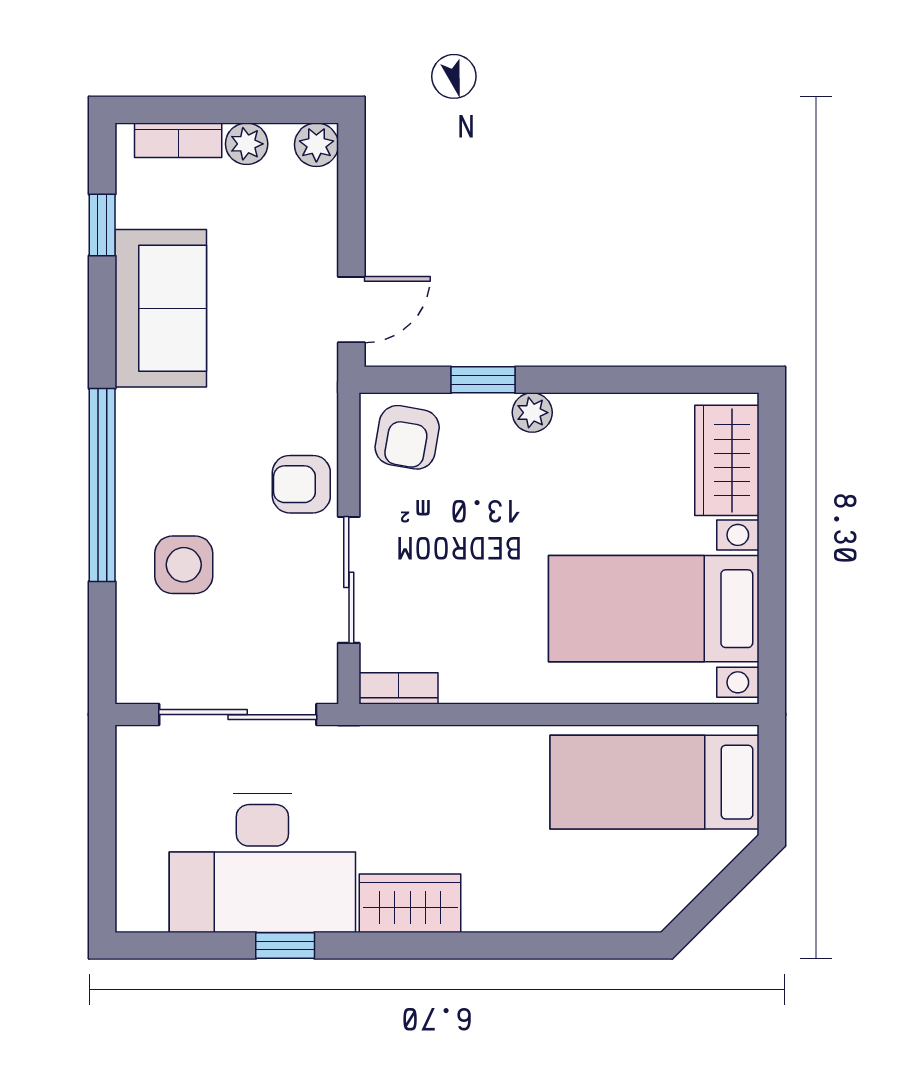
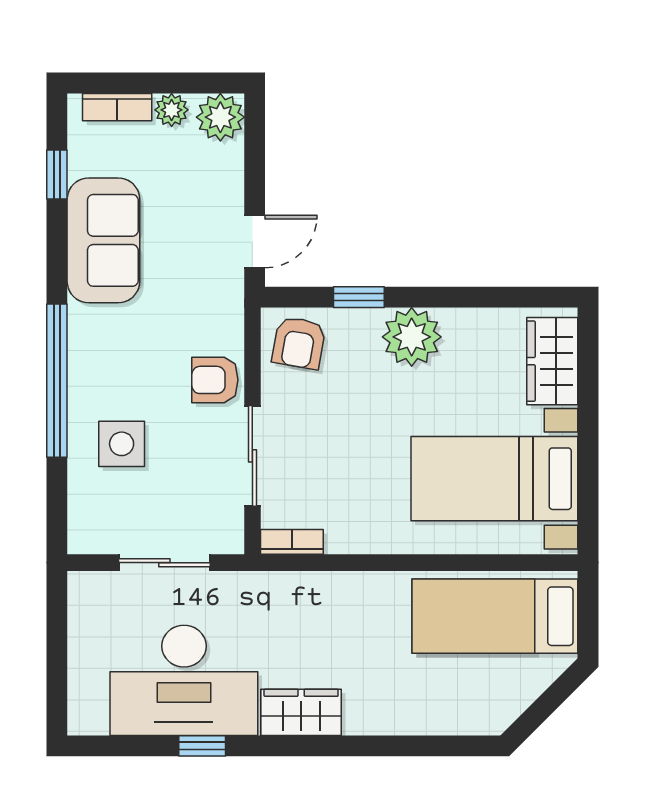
plant: (316, 145) -> (220, 117), width x1.38, depth x1.38
plant: (532, 413) -> (412, 337), width x1.88, depth x1.88
sliding door: (238, 715) -> (164, 563), width x0.73

